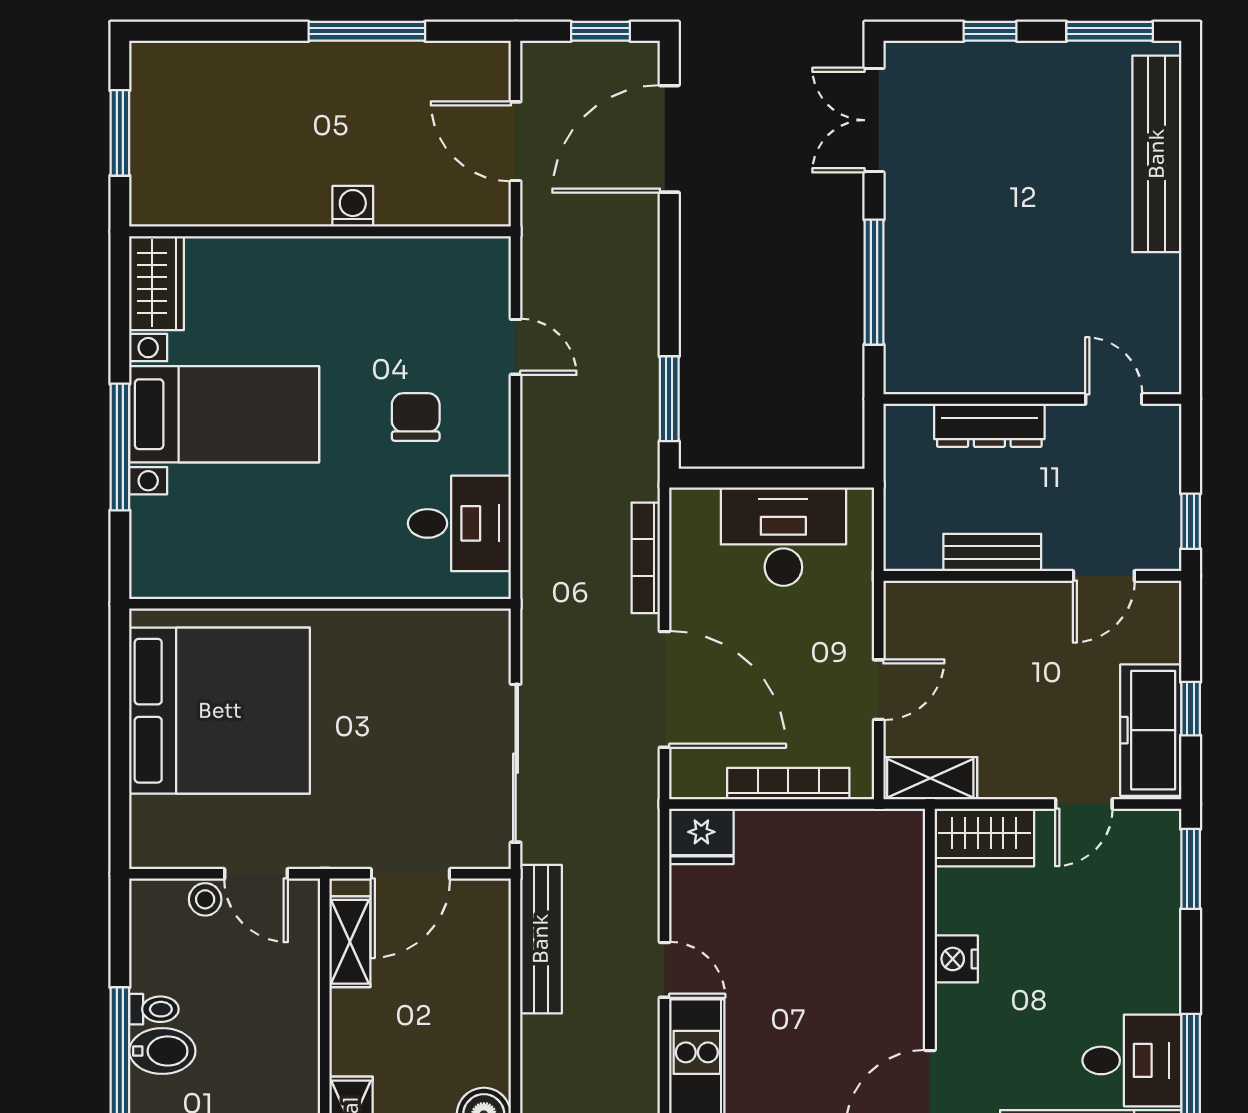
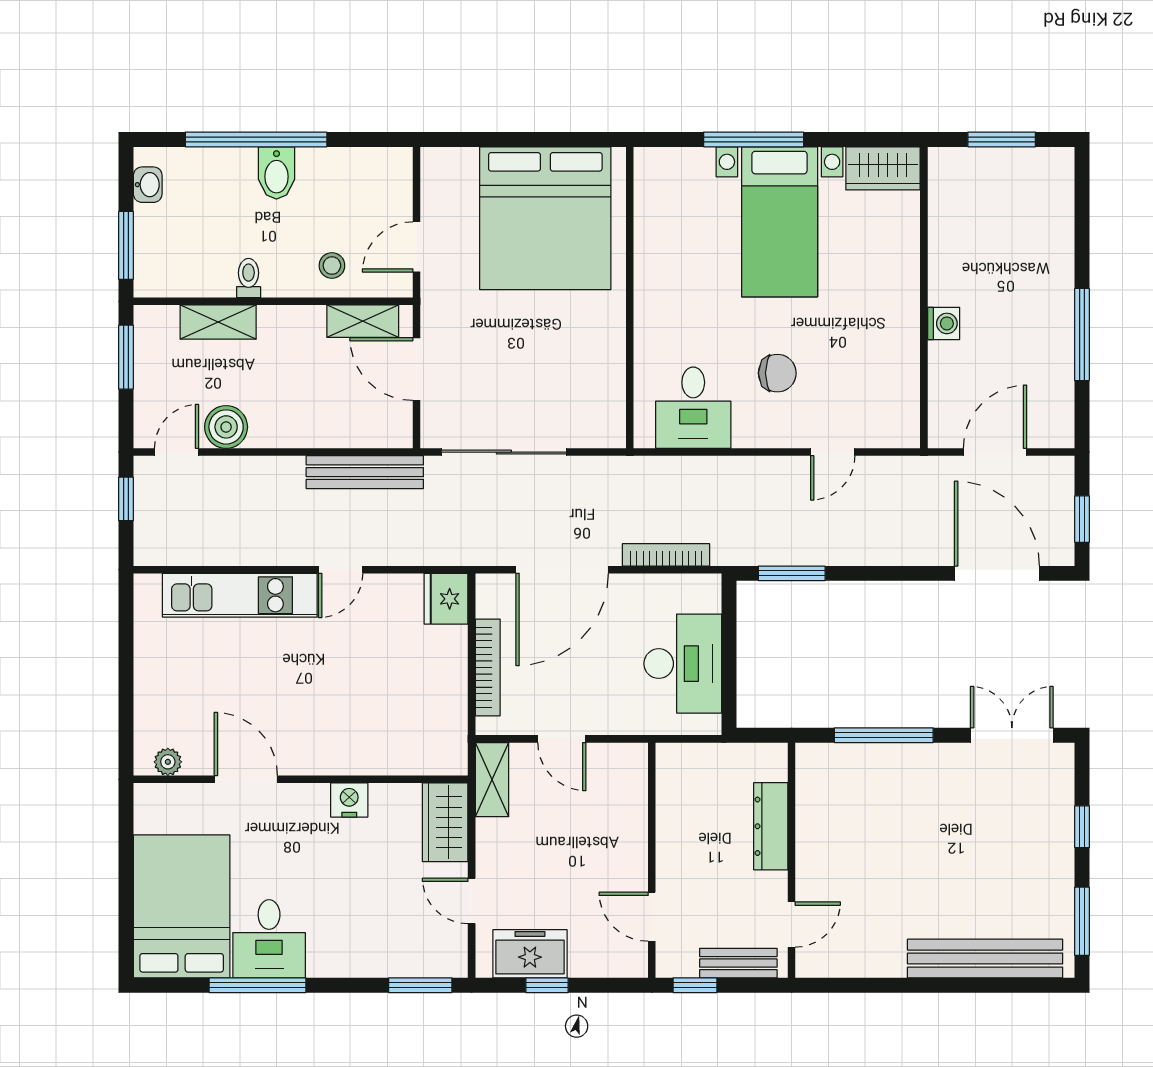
bench: (992, 552) -> (738, 963), moved, turned 90
freezer: (1151, 730) -> (530, 954), width x0.71
stool: (205, 899) -> (332, 266), moved
toilet: (154, 1009) -> (249, 278), moved, turned 180

